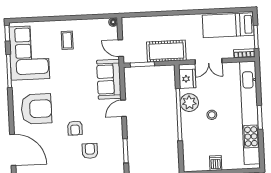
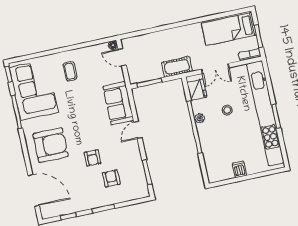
door: (121, 48) -> (122, 57), moved
cot: (166, 51) -> (177, 67), width x0.73, depth x0.75
plant: (189, 103) -> (200, 118), width x0.53, depth x0.53
stool: (212, 115) -> (227, 110), moved

